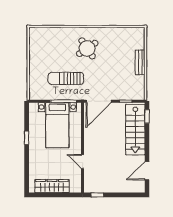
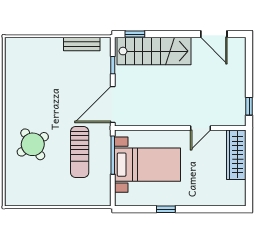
round table: (87, 48) -> (33, 144), moved
bench: (140, 62) -> (82, 44), moved
door: (99, 101) -> (113, 104), swing flipped
wardrobe: (52, 186) -> (236, 155), moved

